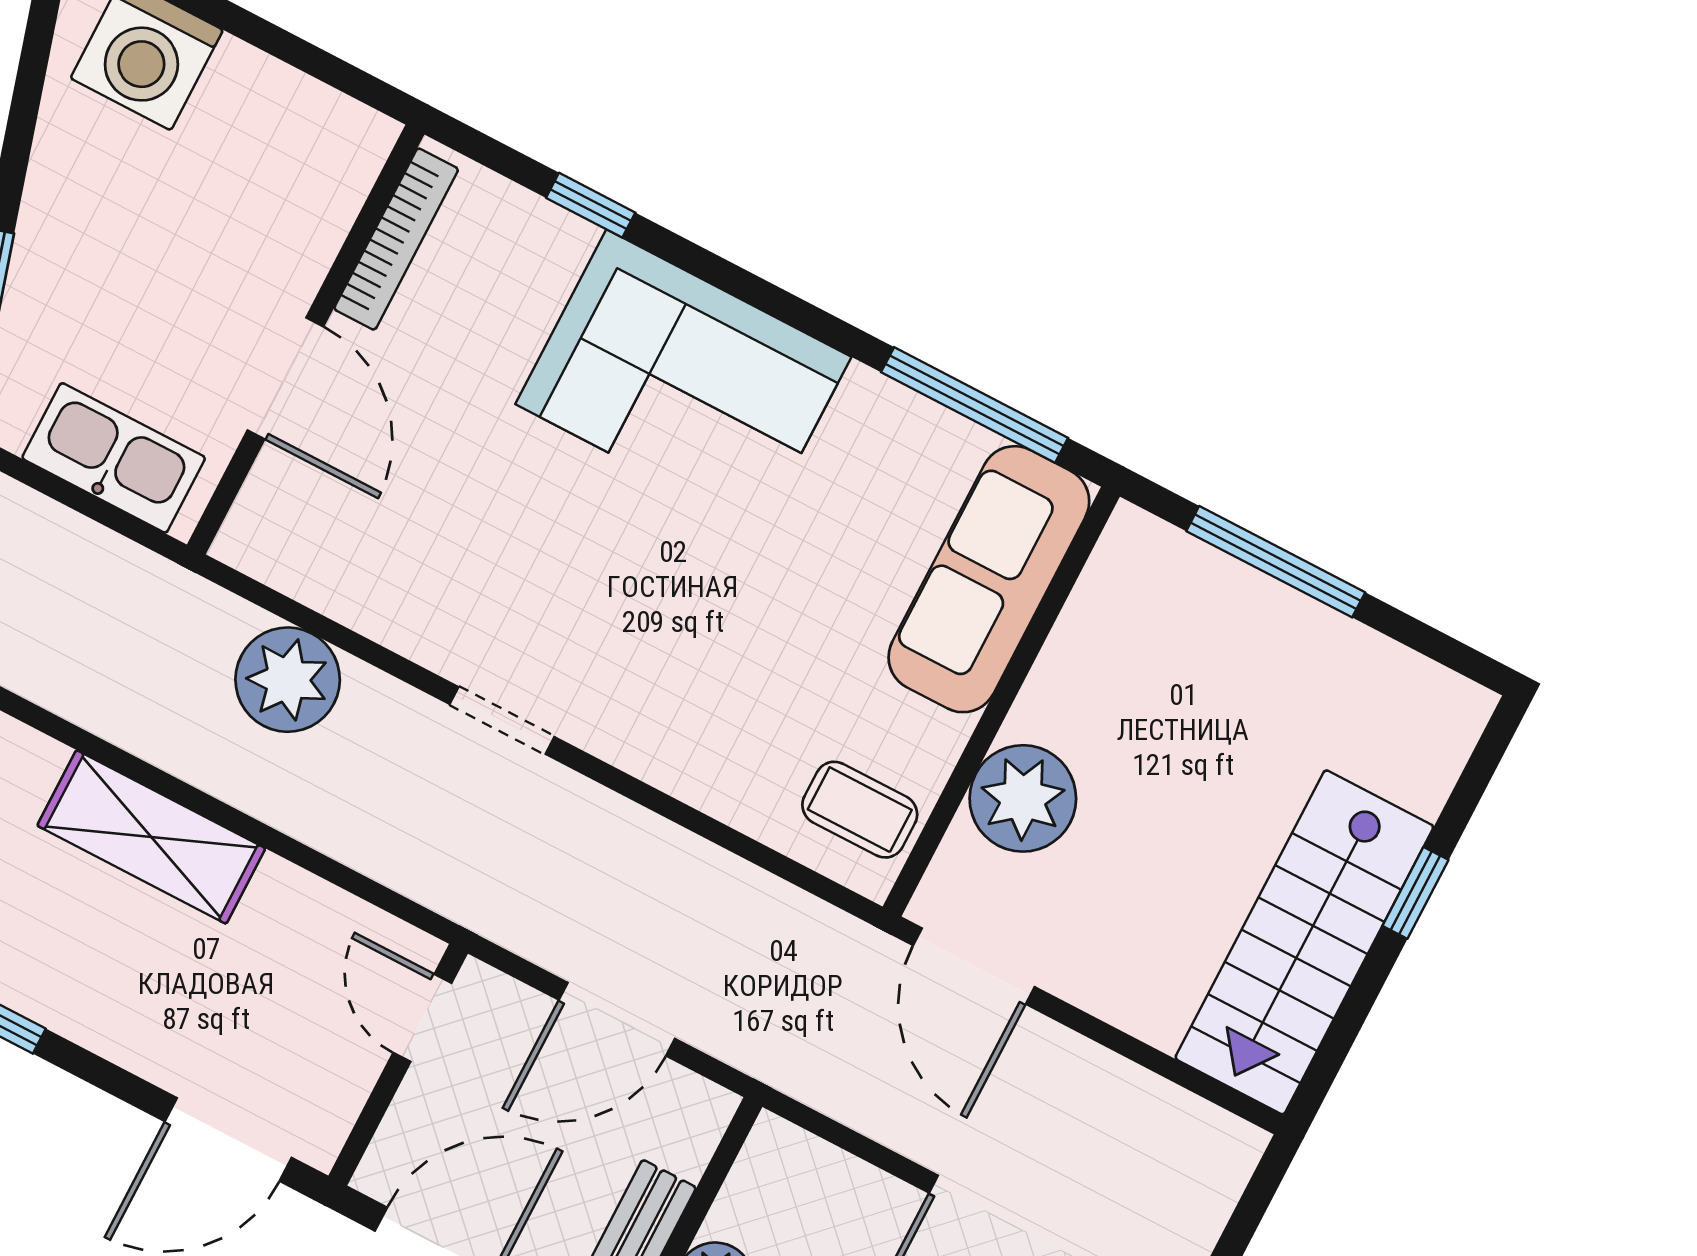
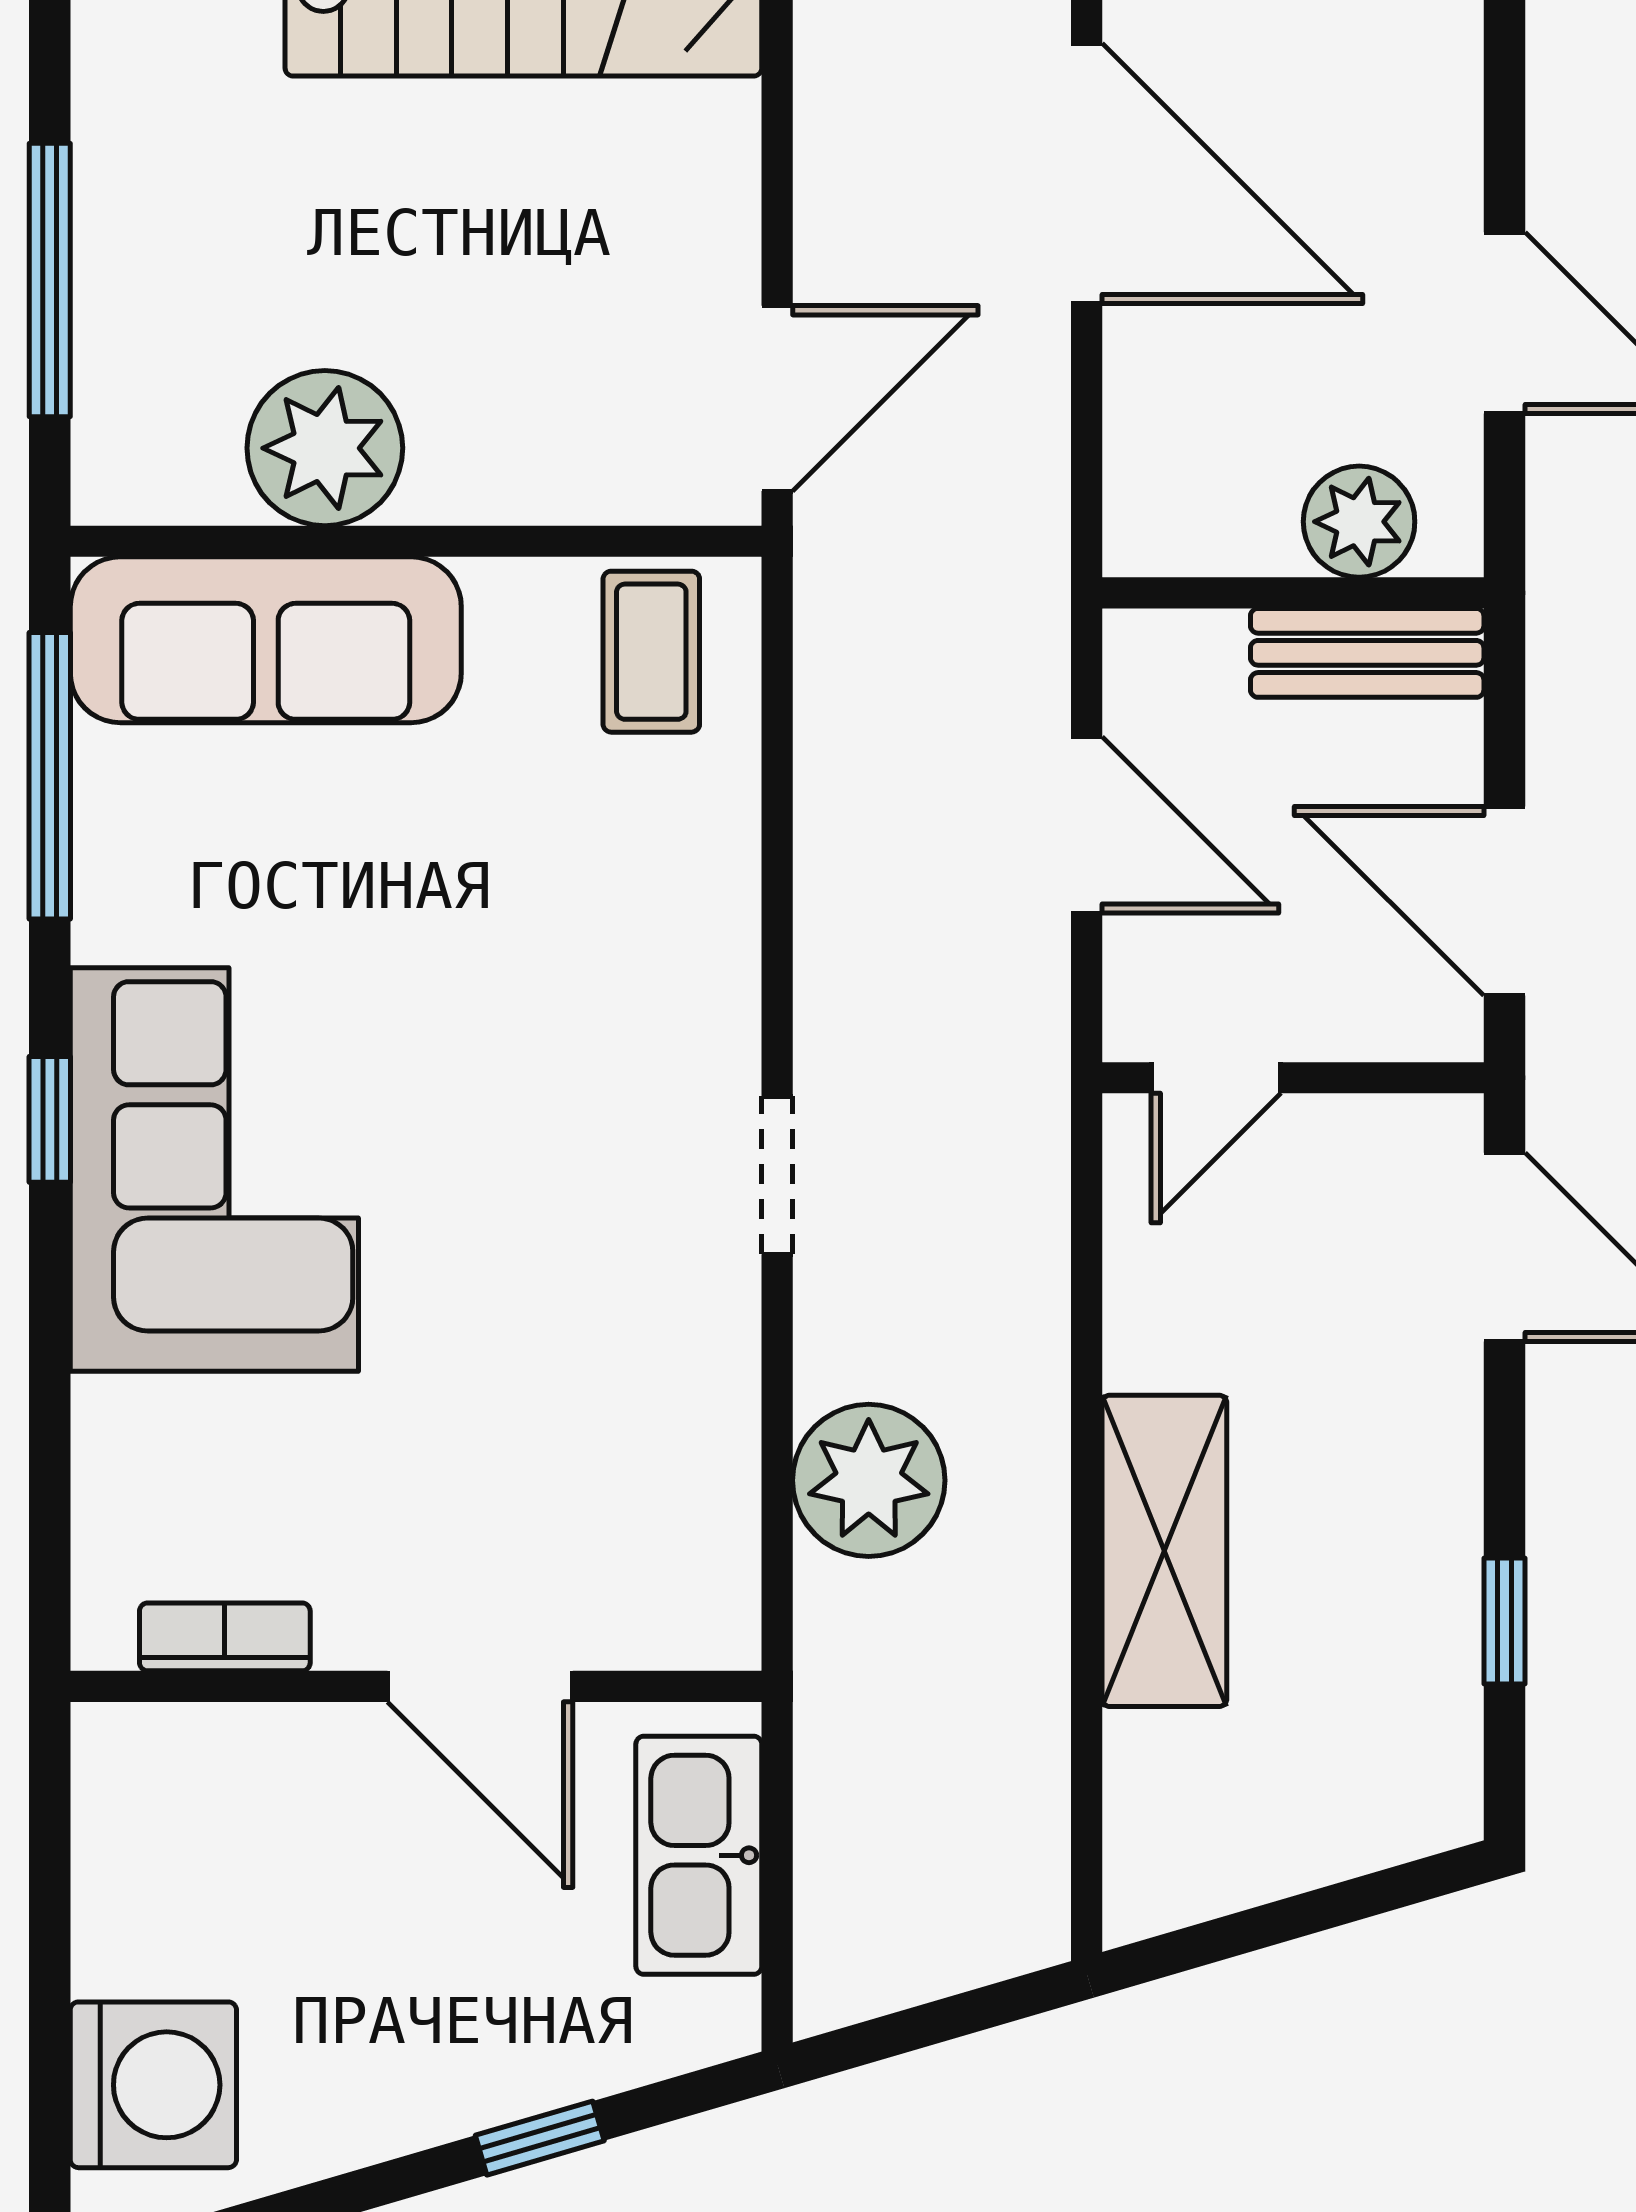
window: (591, 205) -> (50, 1119), moved
bookcase: (396, 239) -> (225, 1637), width x0.64
door: (285, 378) -> (480, 1686), swing flipped
plant: (1023, 798) -> (325, 448), moved

